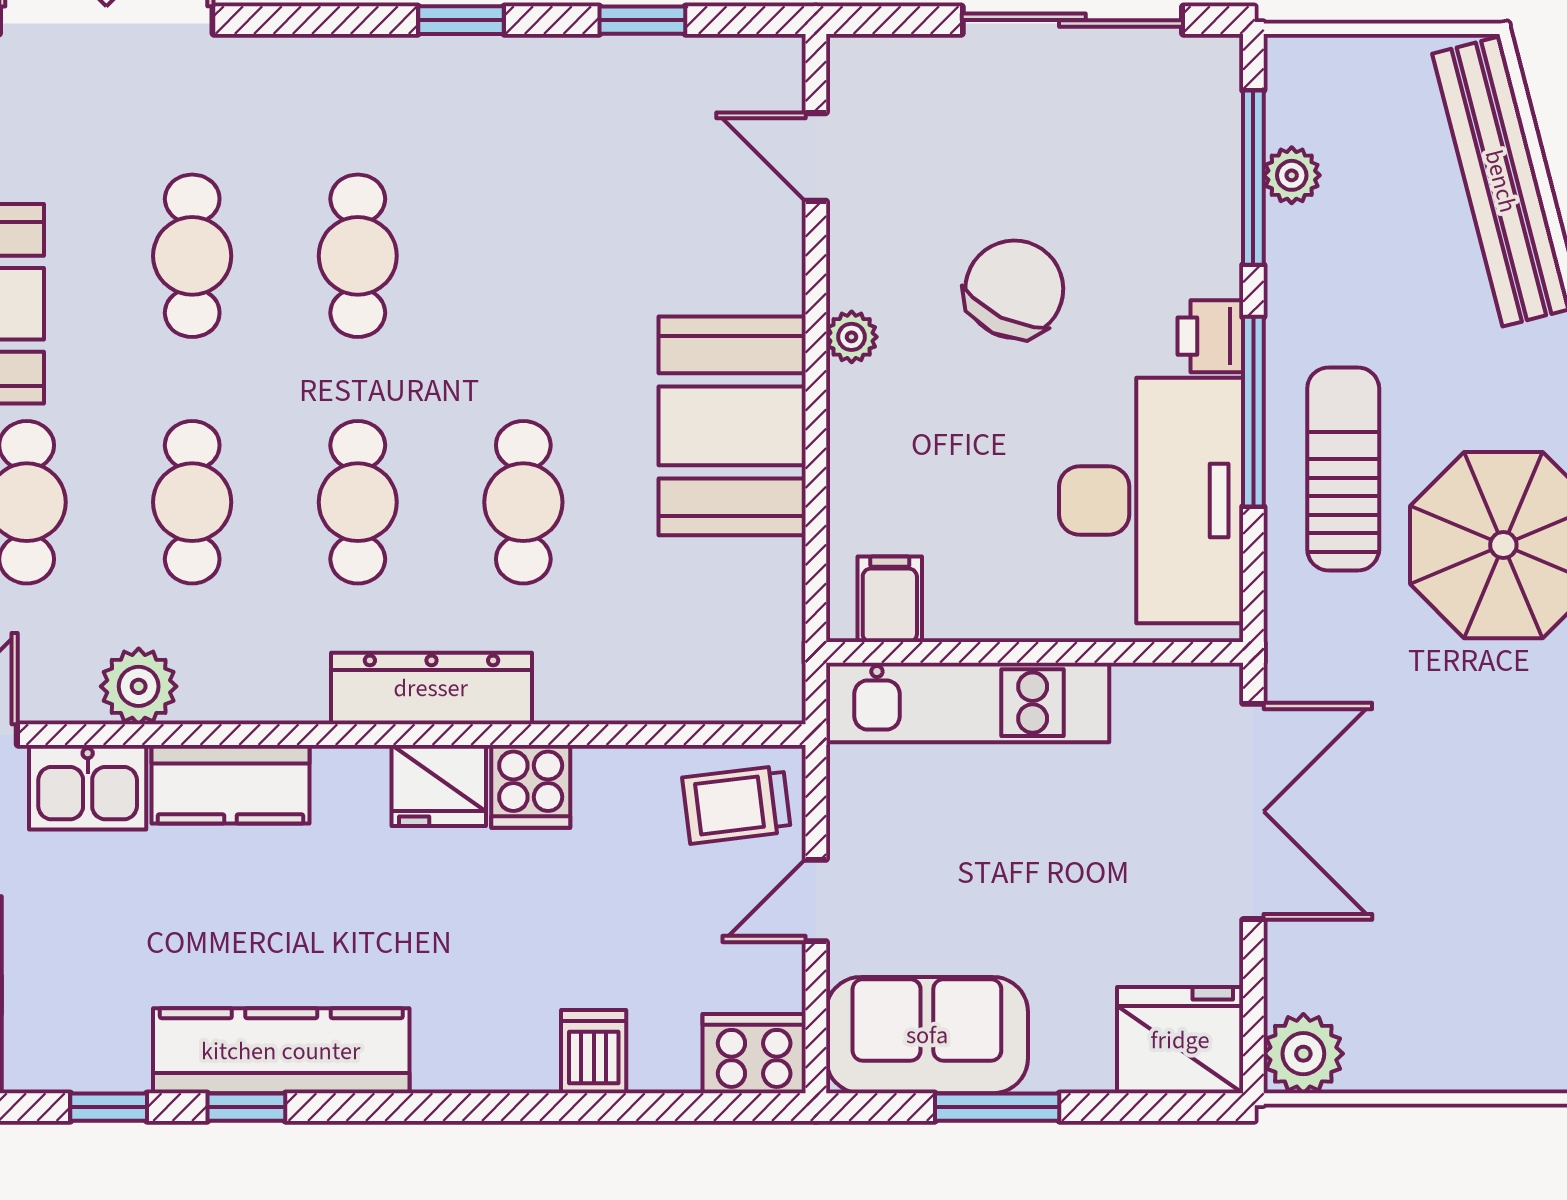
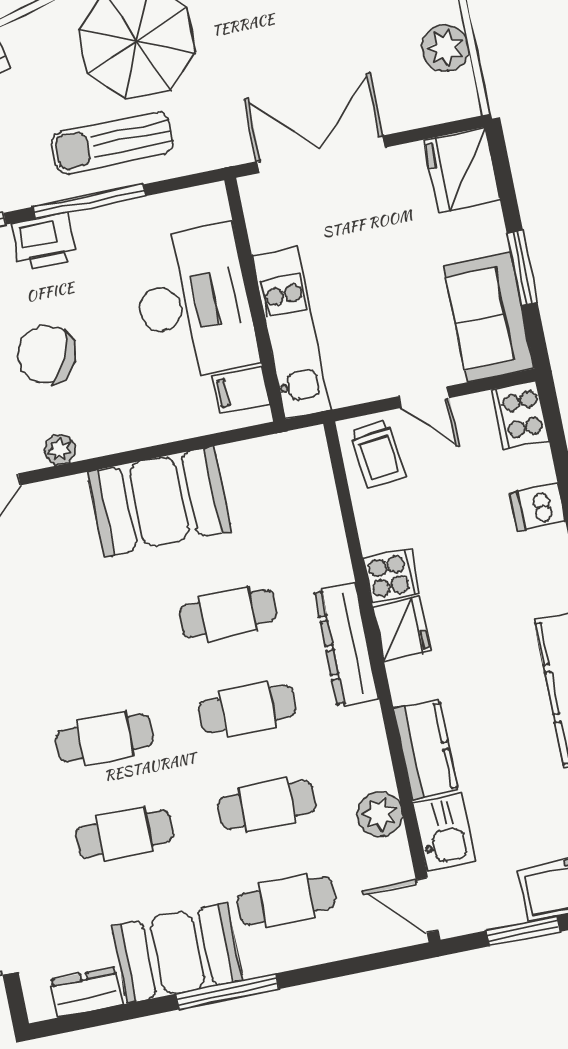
printer: (1210, 336) -> (44, 241), width x1.36, depth x1.24
plant: (852, 337) -> (60, 450), moved
desk: (1151, 501) -> (194, 303), moved, turned 90
plant: (1303, 1054) -> (445, 48), moved

